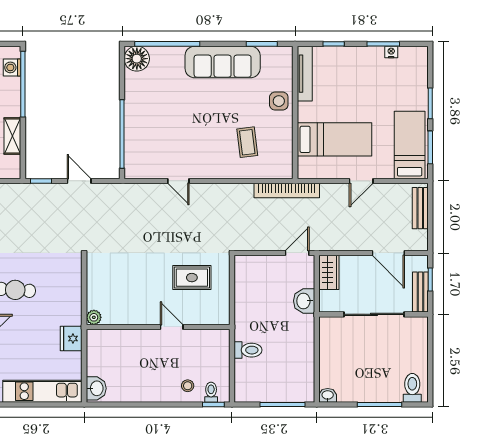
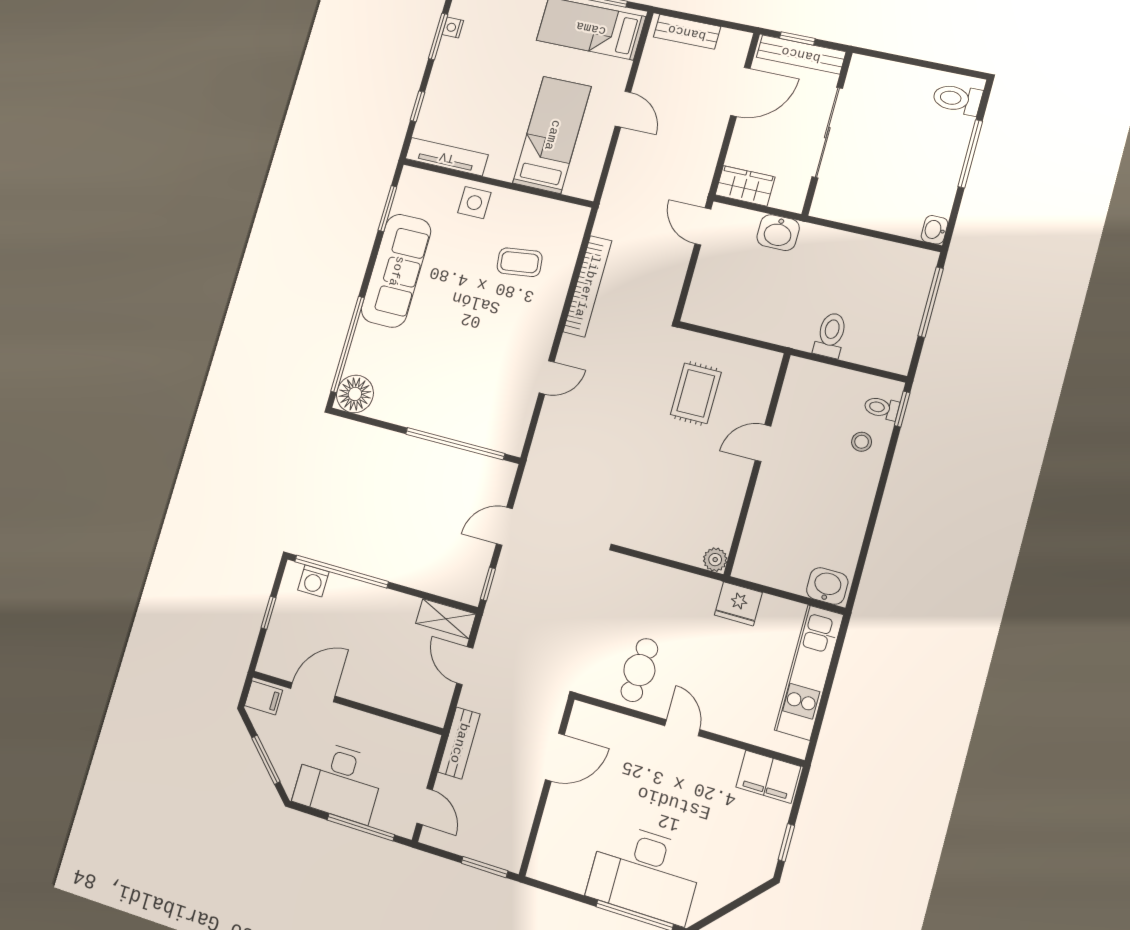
shelving: (12, 136) -> (446, 619), moved
bookcase: (287, 191) -> (587, 286), moved
bench: (420, 292) -> (801, 54), width x1.36

